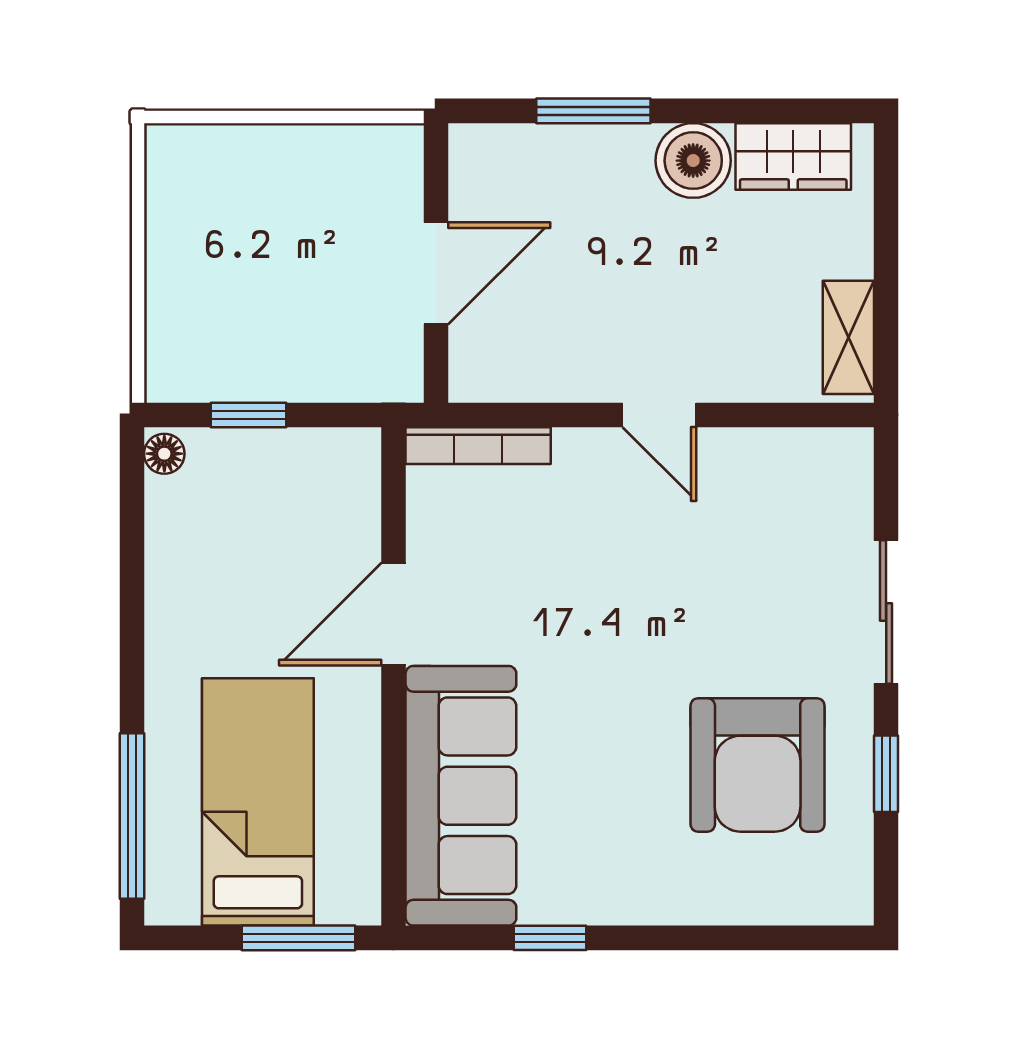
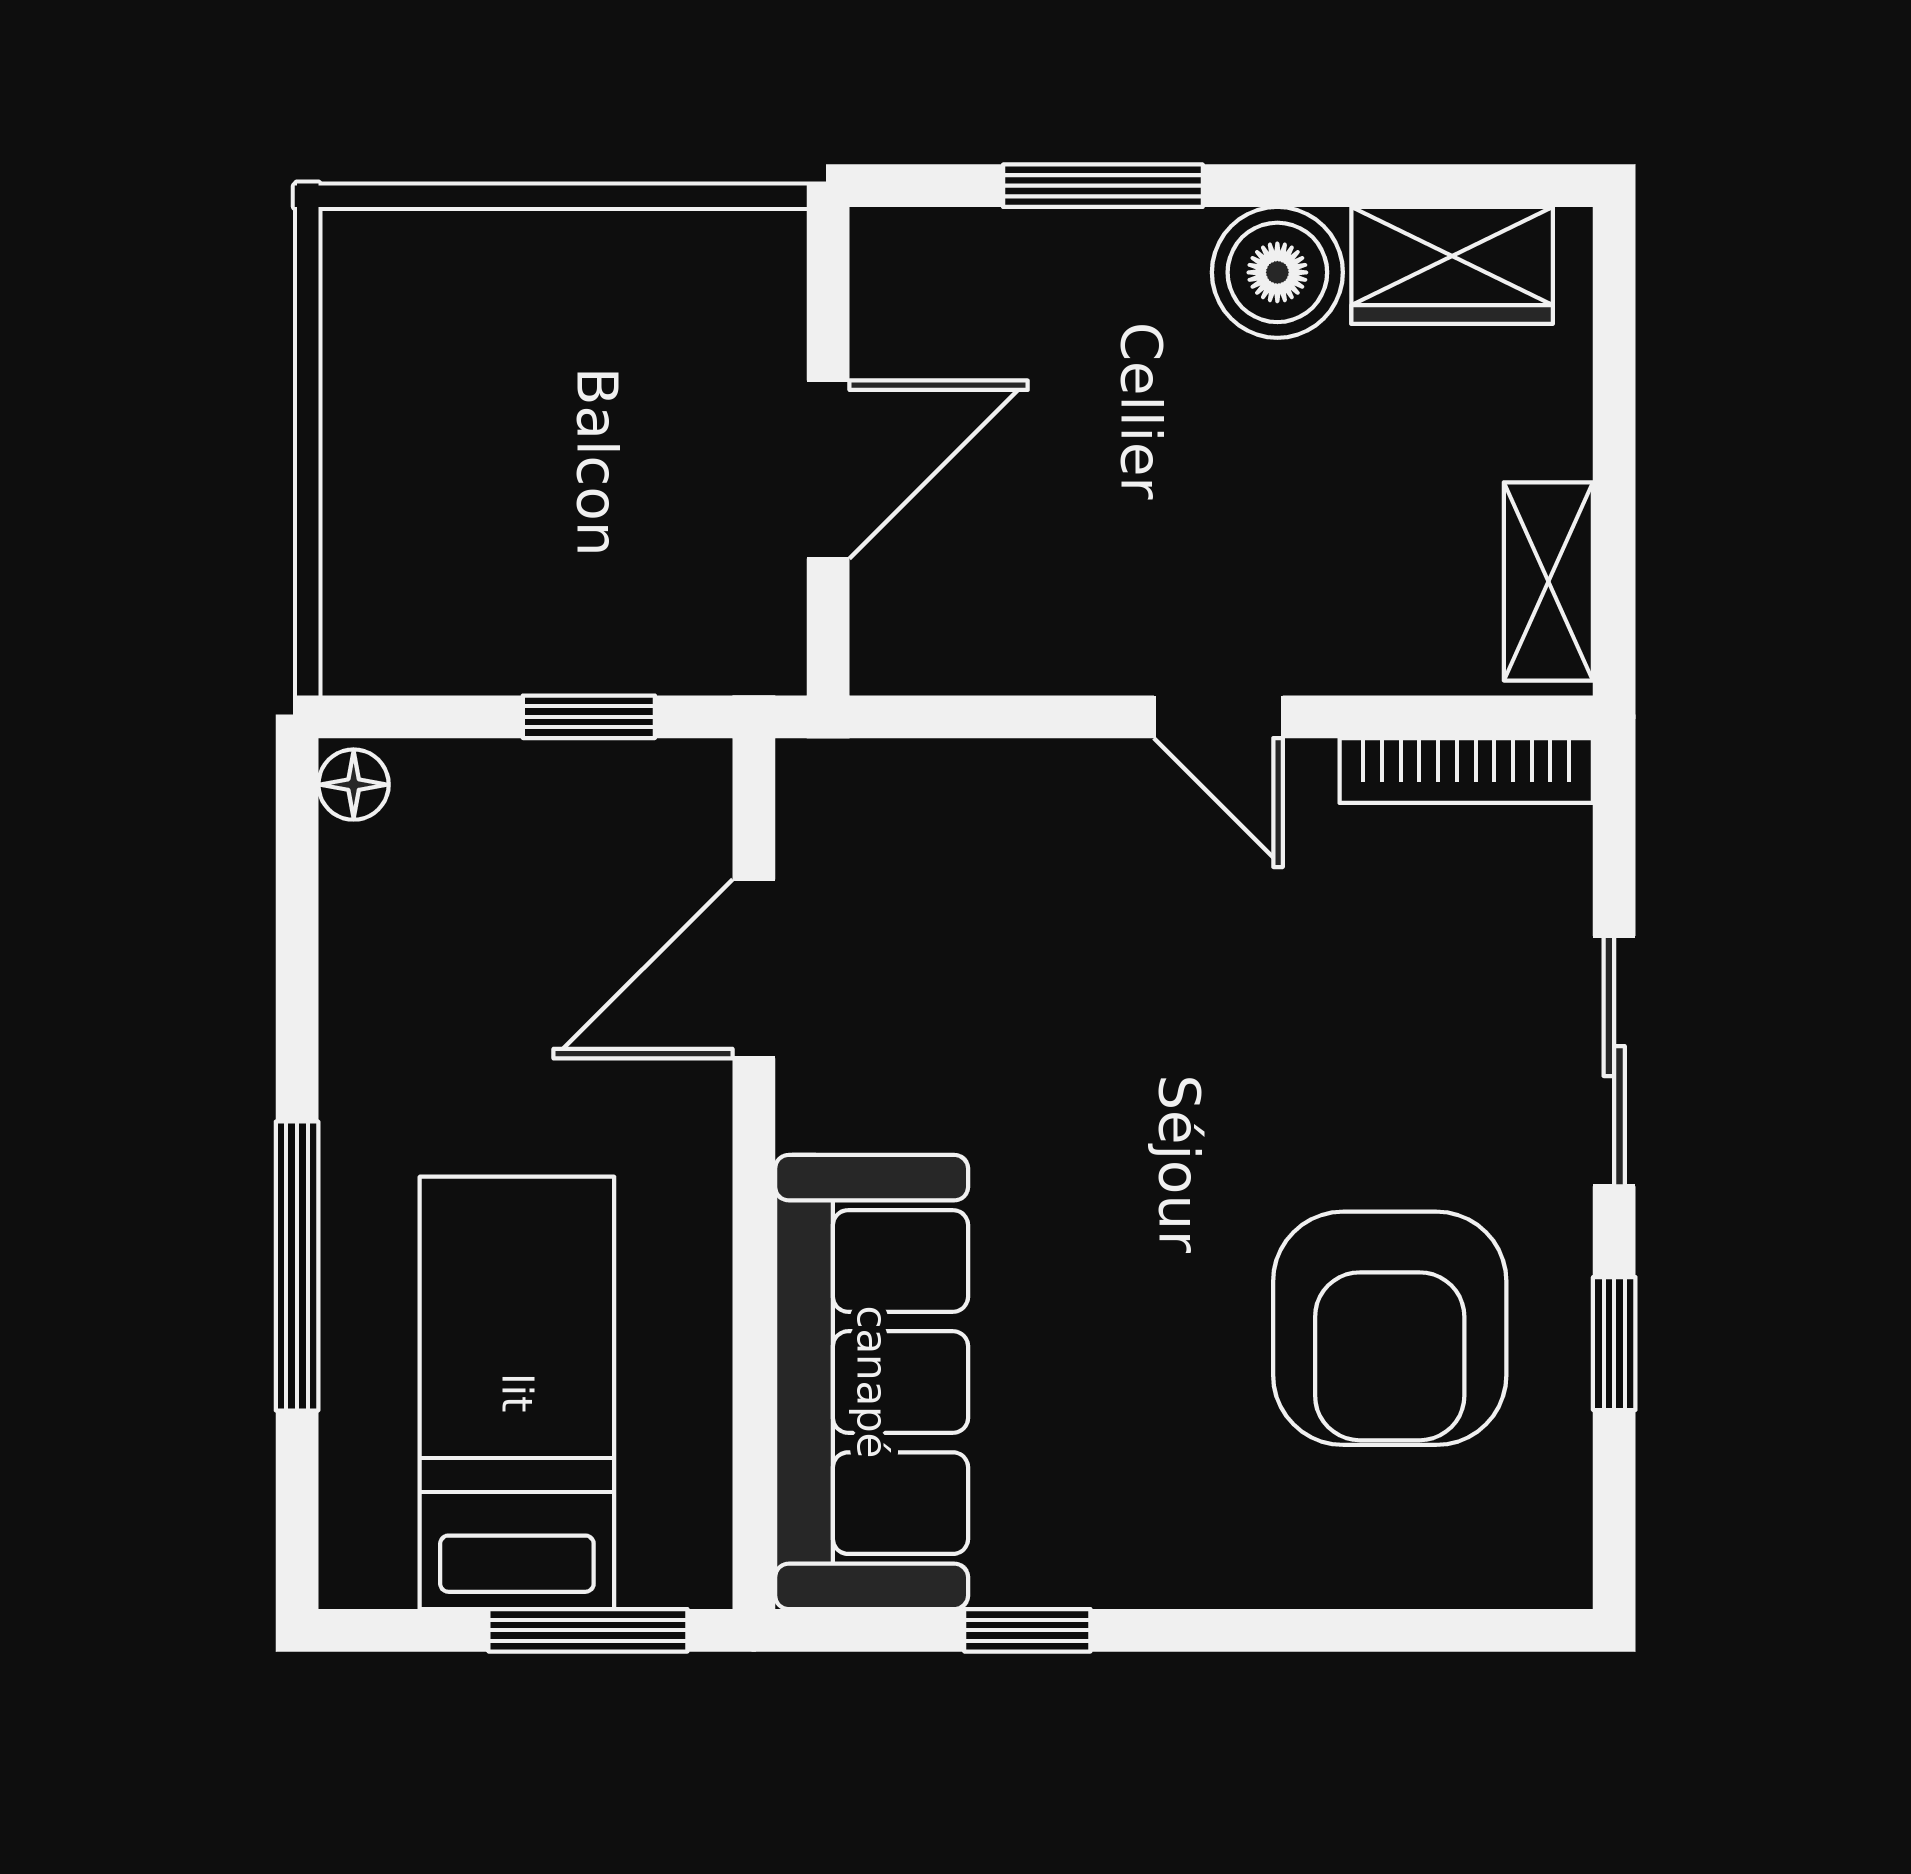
window: (248, 415) -> (589, 717), moved
bookcase: (478, 446) -> (1466, 770), moved
door: (393, 614) -> (754, 969), moved
window: (132, 816) -> (297, 1266), moved

